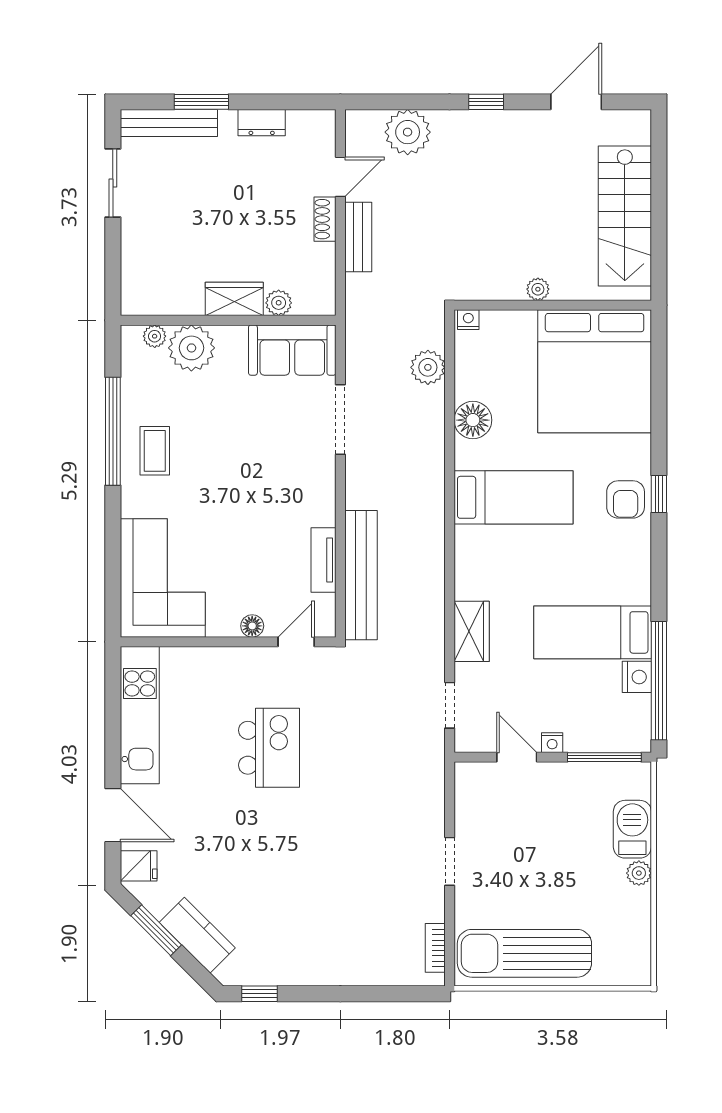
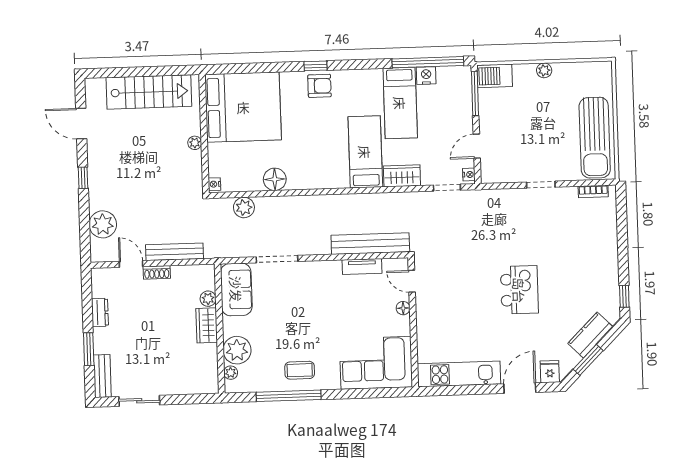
bench: (169, 123) -> (102, 376), width x0.73
bench: (358, 237) -> (175, 252), width x1.36
bed: (514, 497) -> (365, 152), moved
nightstand: (552, 743) -> (469, 174), moved
kitchen island: (269, 748) -> (519, 290), moved, turned 90
barbecue: (632, 829) -> (495, 76), moved

